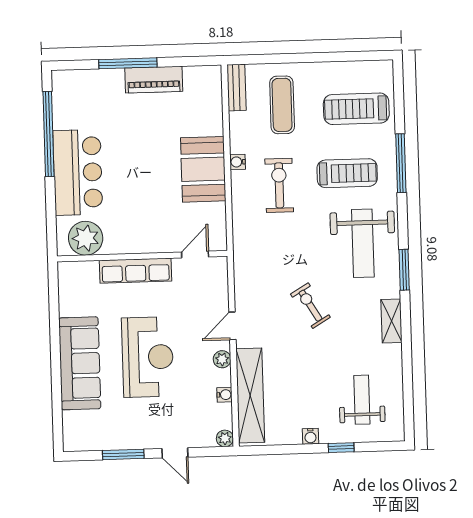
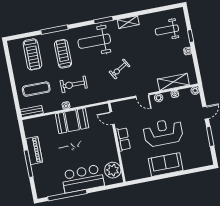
weight bench: (363, 243) -> (94, 41), turned 180
row of seats: (136, 271) -> (123, 139), width x0.68
exercise bike: (310, 306) -> (120, 69), moved
sofa: (80, 363) -> (166, 165), width x0.73
shelving: (250, 396) -> (173, 82), width x0.68

